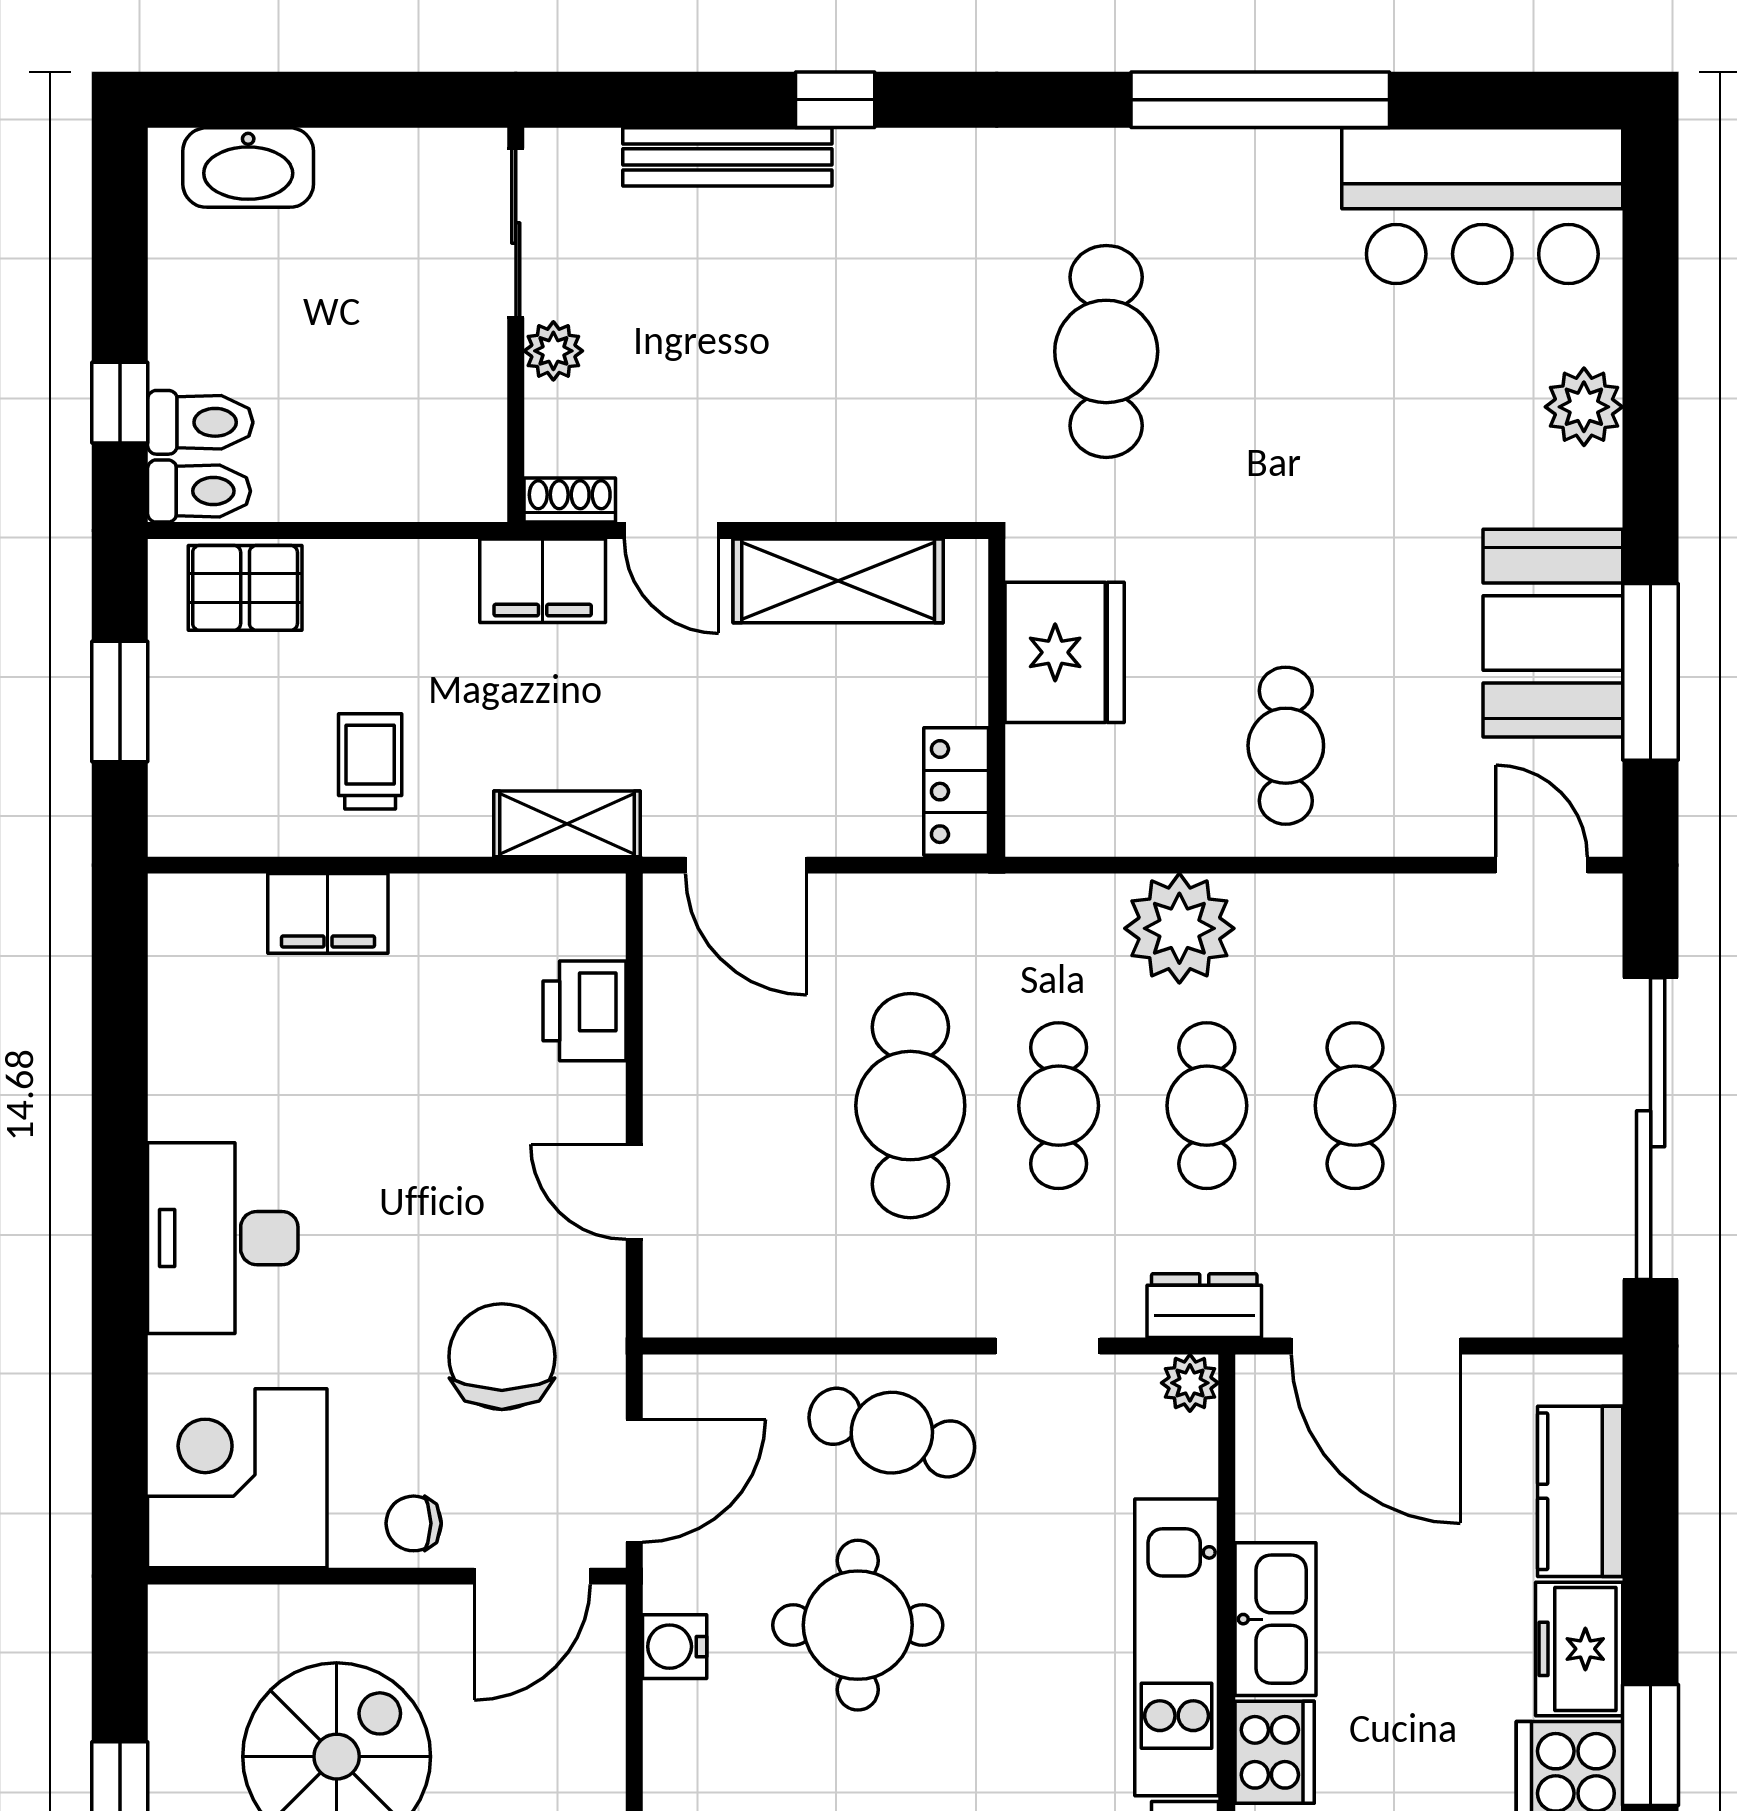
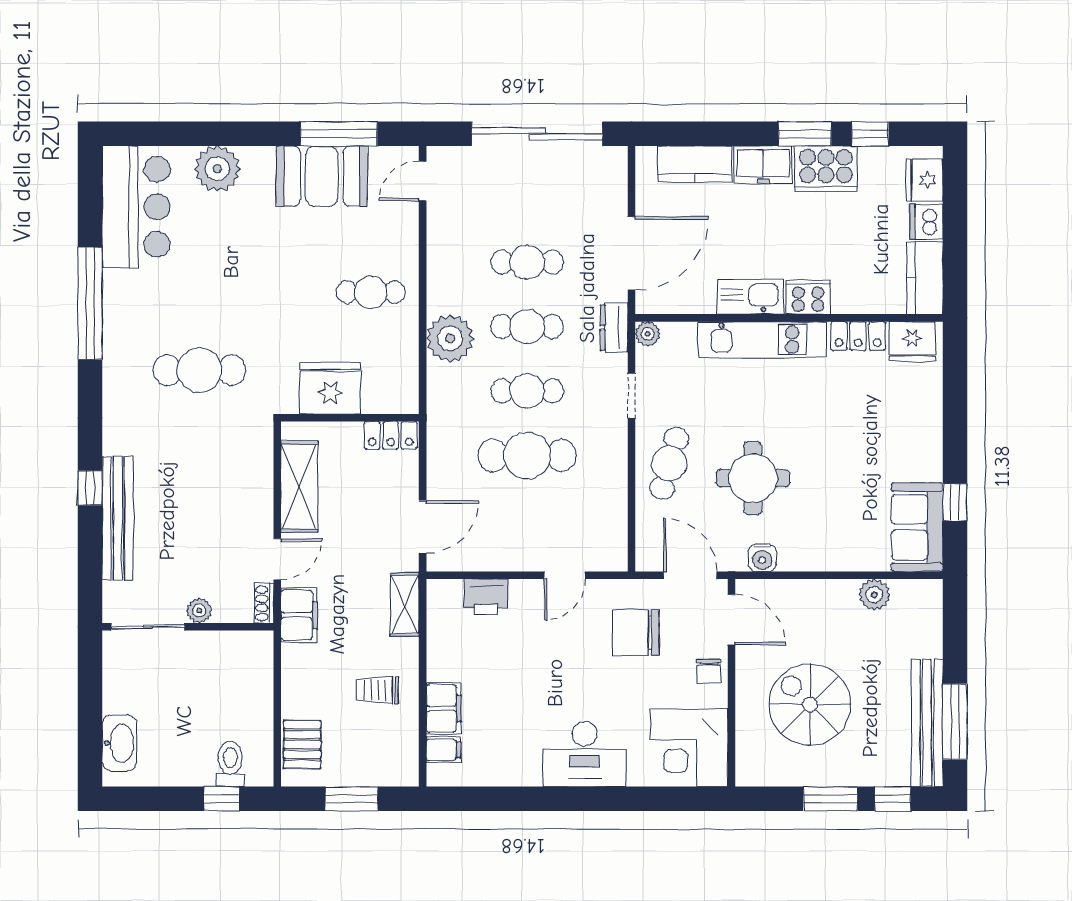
bench: (727, 157) -> (118, 518), width x1.37, depth x1.21
plant: (1584, 407) -> (217, 169), width x1.36, depth x1.36
toilet: (199, 491) -> (260, 764), removed
filing cabinet: (233, 913) -> (444, 750), added

